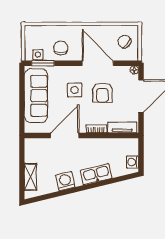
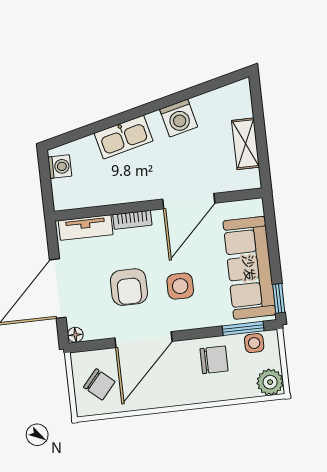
plant: (32, 32) -> (270, 382), added
chair: (61, 48) -> (214, 360), turned -90
door: (98, 63) -> (143, 340), hinge flipped
window: (22, 77) -> (279, 298), added
armchair: (102, 93) -> (129, 287), turned 180
shelving: (30, 177) -> (245, 144), moved

